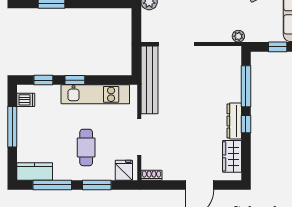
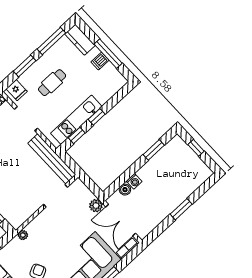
window: (43, 80) -> (77, 135), moved
dishwasher: (26, 100) -> (100, 61), moved
cafe table: (86, 147) -> (52, 83), turned 90
kitchen counter: (35, 171) -> (80, 40), moved, turned 90

